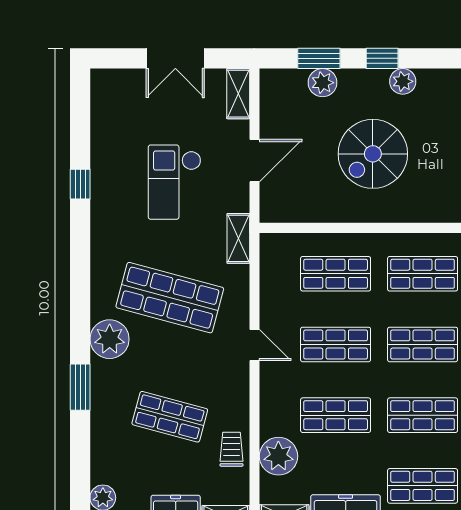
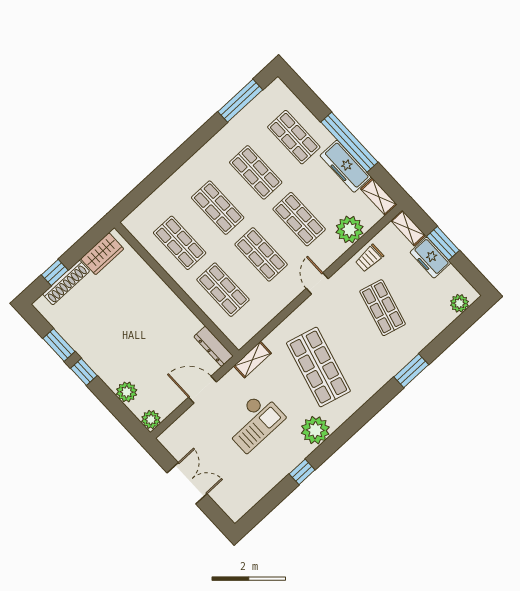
window: (319, 58) -> (59, 345), moved
plant: (403, 81) -> (151, 420), moved
shelving: (238, 94) -> (175, 432), removed
spiral stairs: (373, 154) -> (140, 329), removed
dresser: (288, 212) -> (214, 346), added
plant: (110, 339) -> (315, 430), moved
door: (254, 345) -> (317, 283), moved

